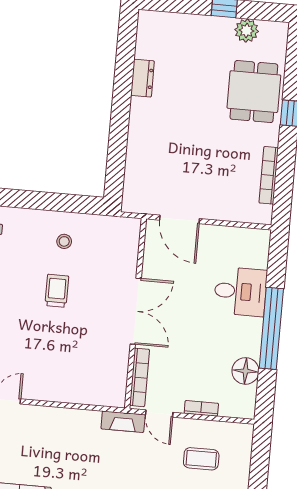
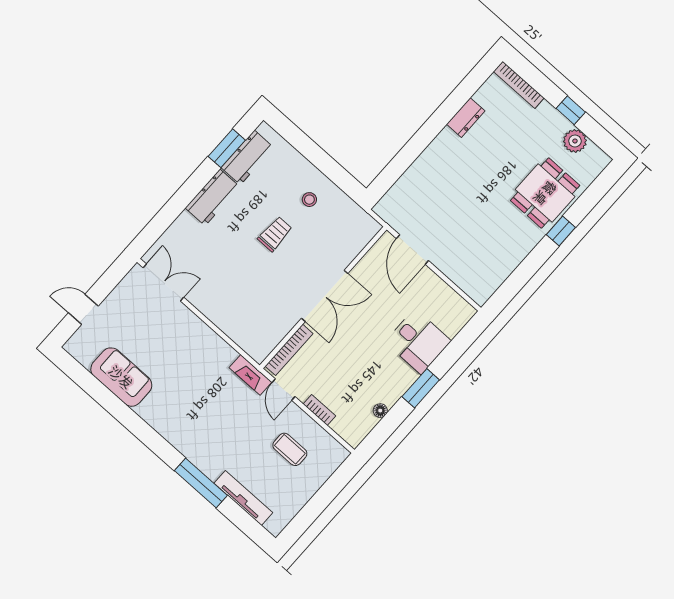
bookcase: (269, 175) -> (519, 85), moved, turned -90
window: (271, 328) -> (421, 388), width x0.47
floor lamp: (245, 371) -> (380, 411), width x0.53, depth x0.53

